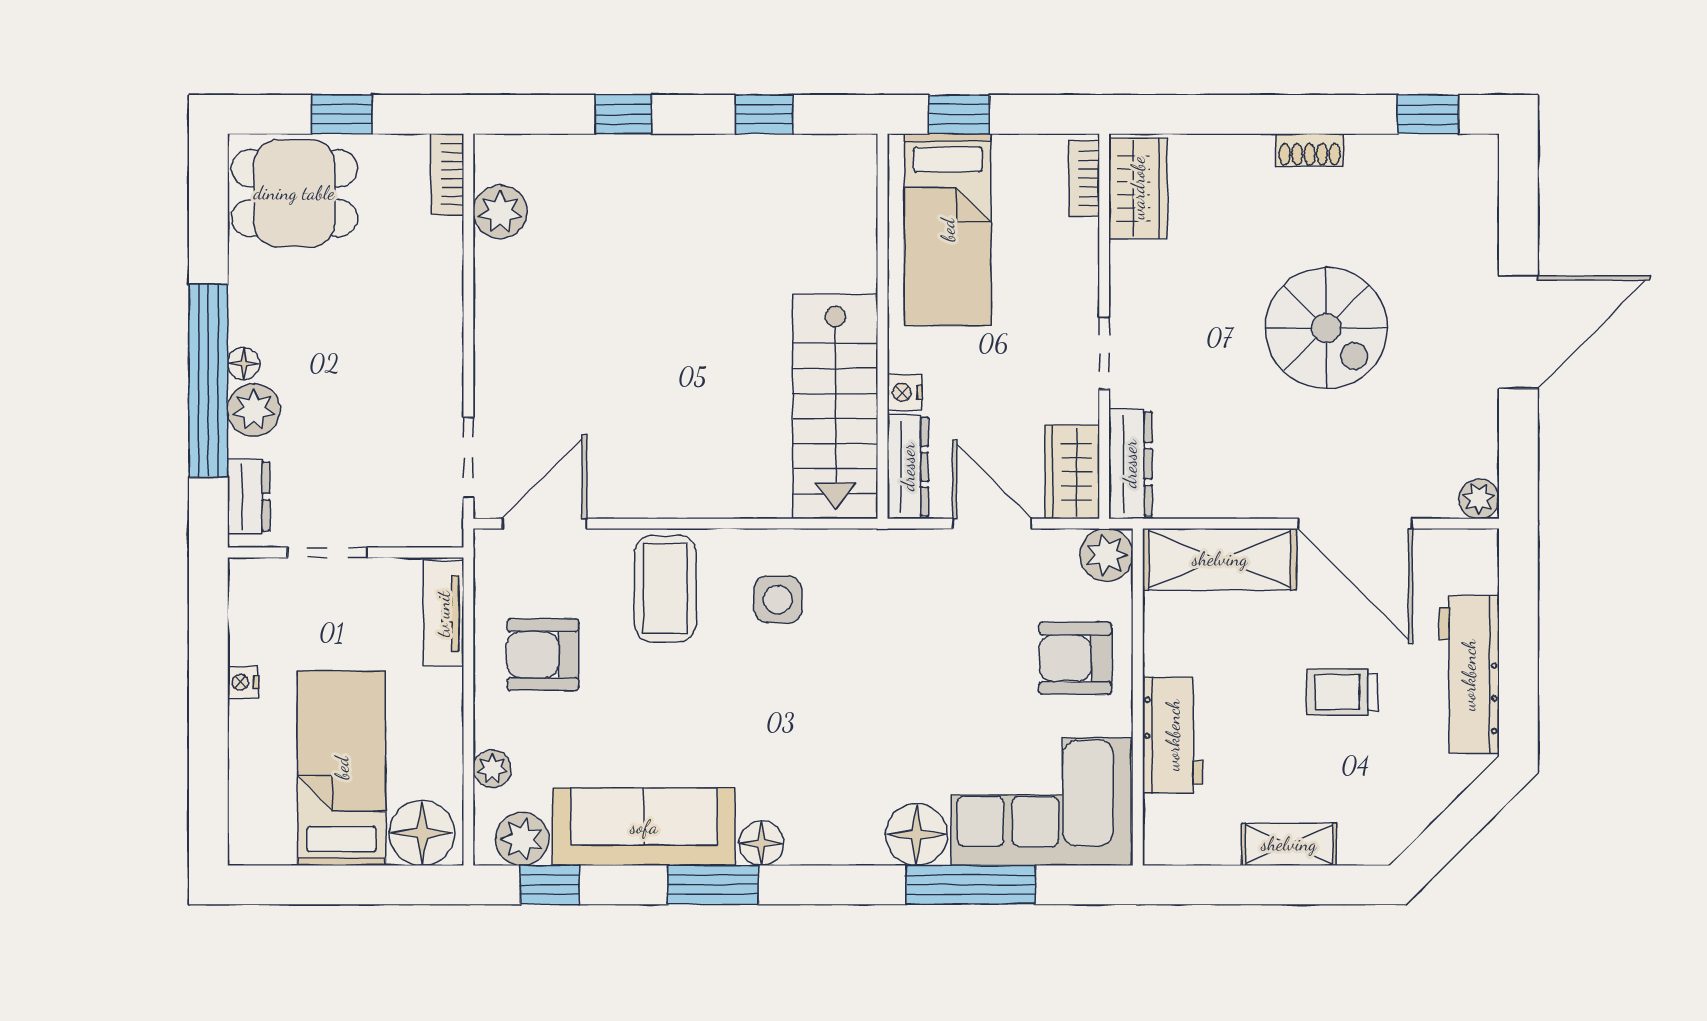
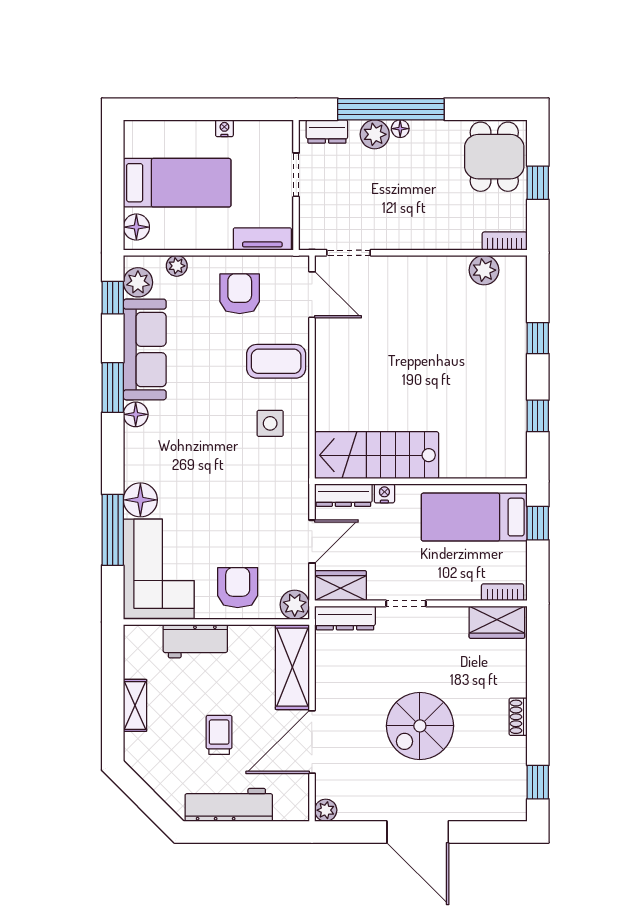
floor lamp: (422, 833) -> (136, 227), width x0.73, depth x0.73

